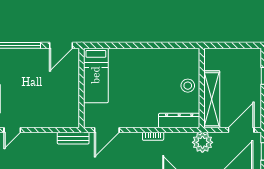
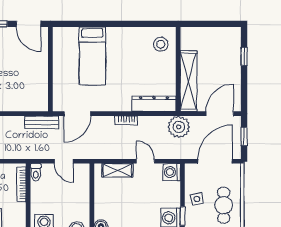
door: (61, 45) -> (29, 24), hinge flipped
bed: (96, 75) -> (92, 56), moved
stool: (188, 86) -> (161, 44), moved

